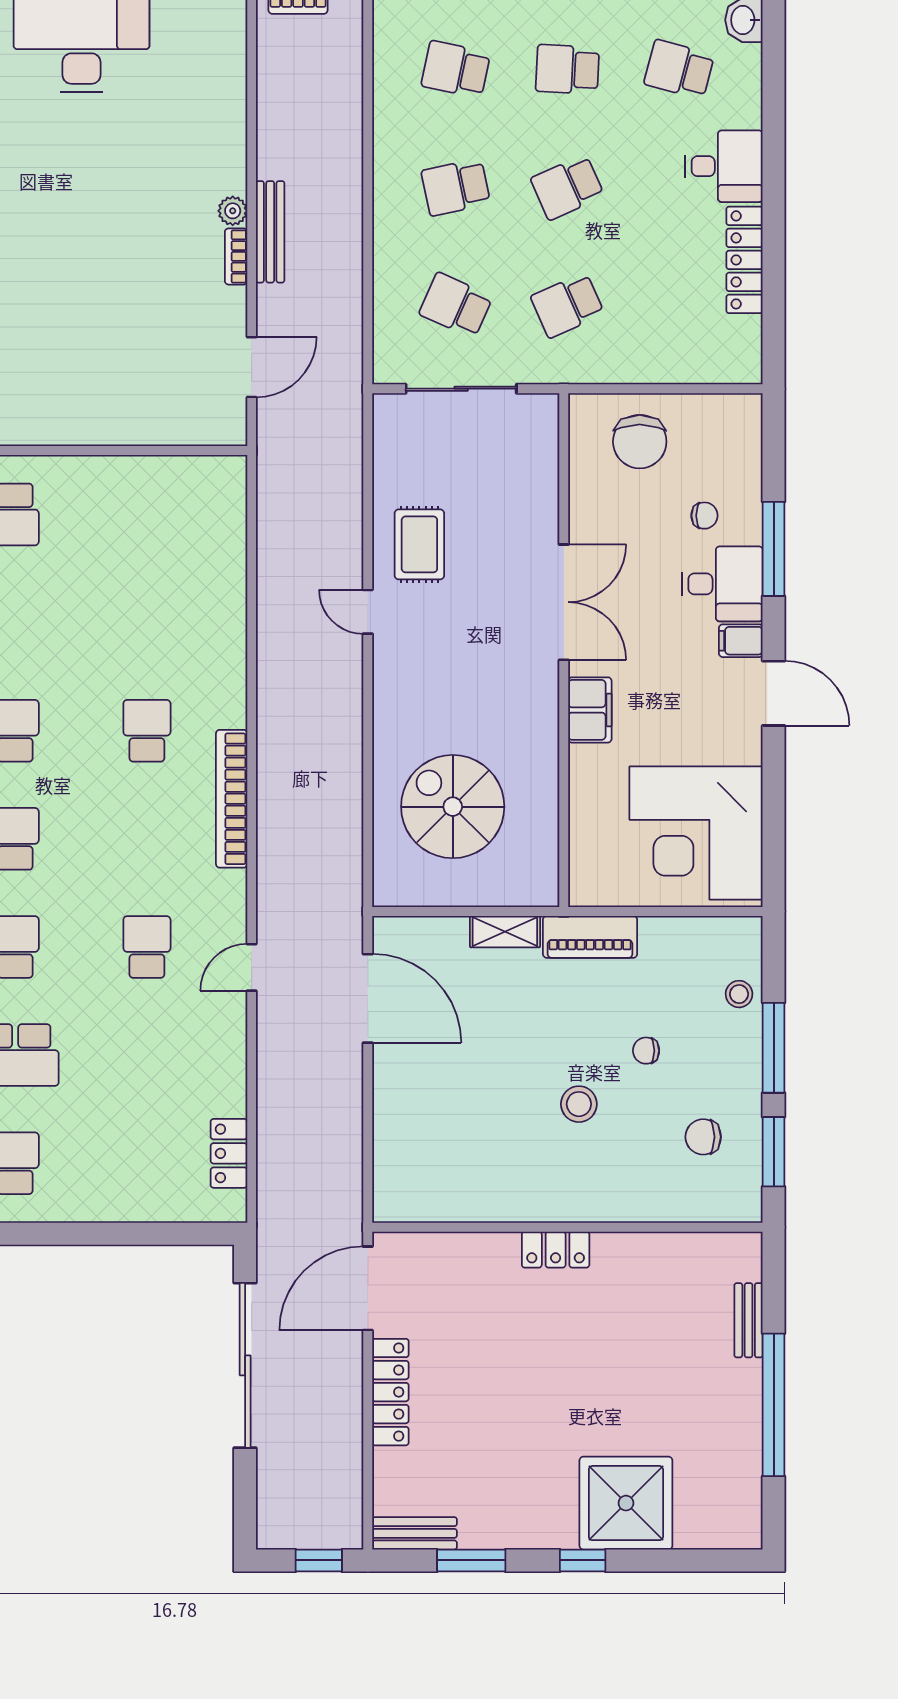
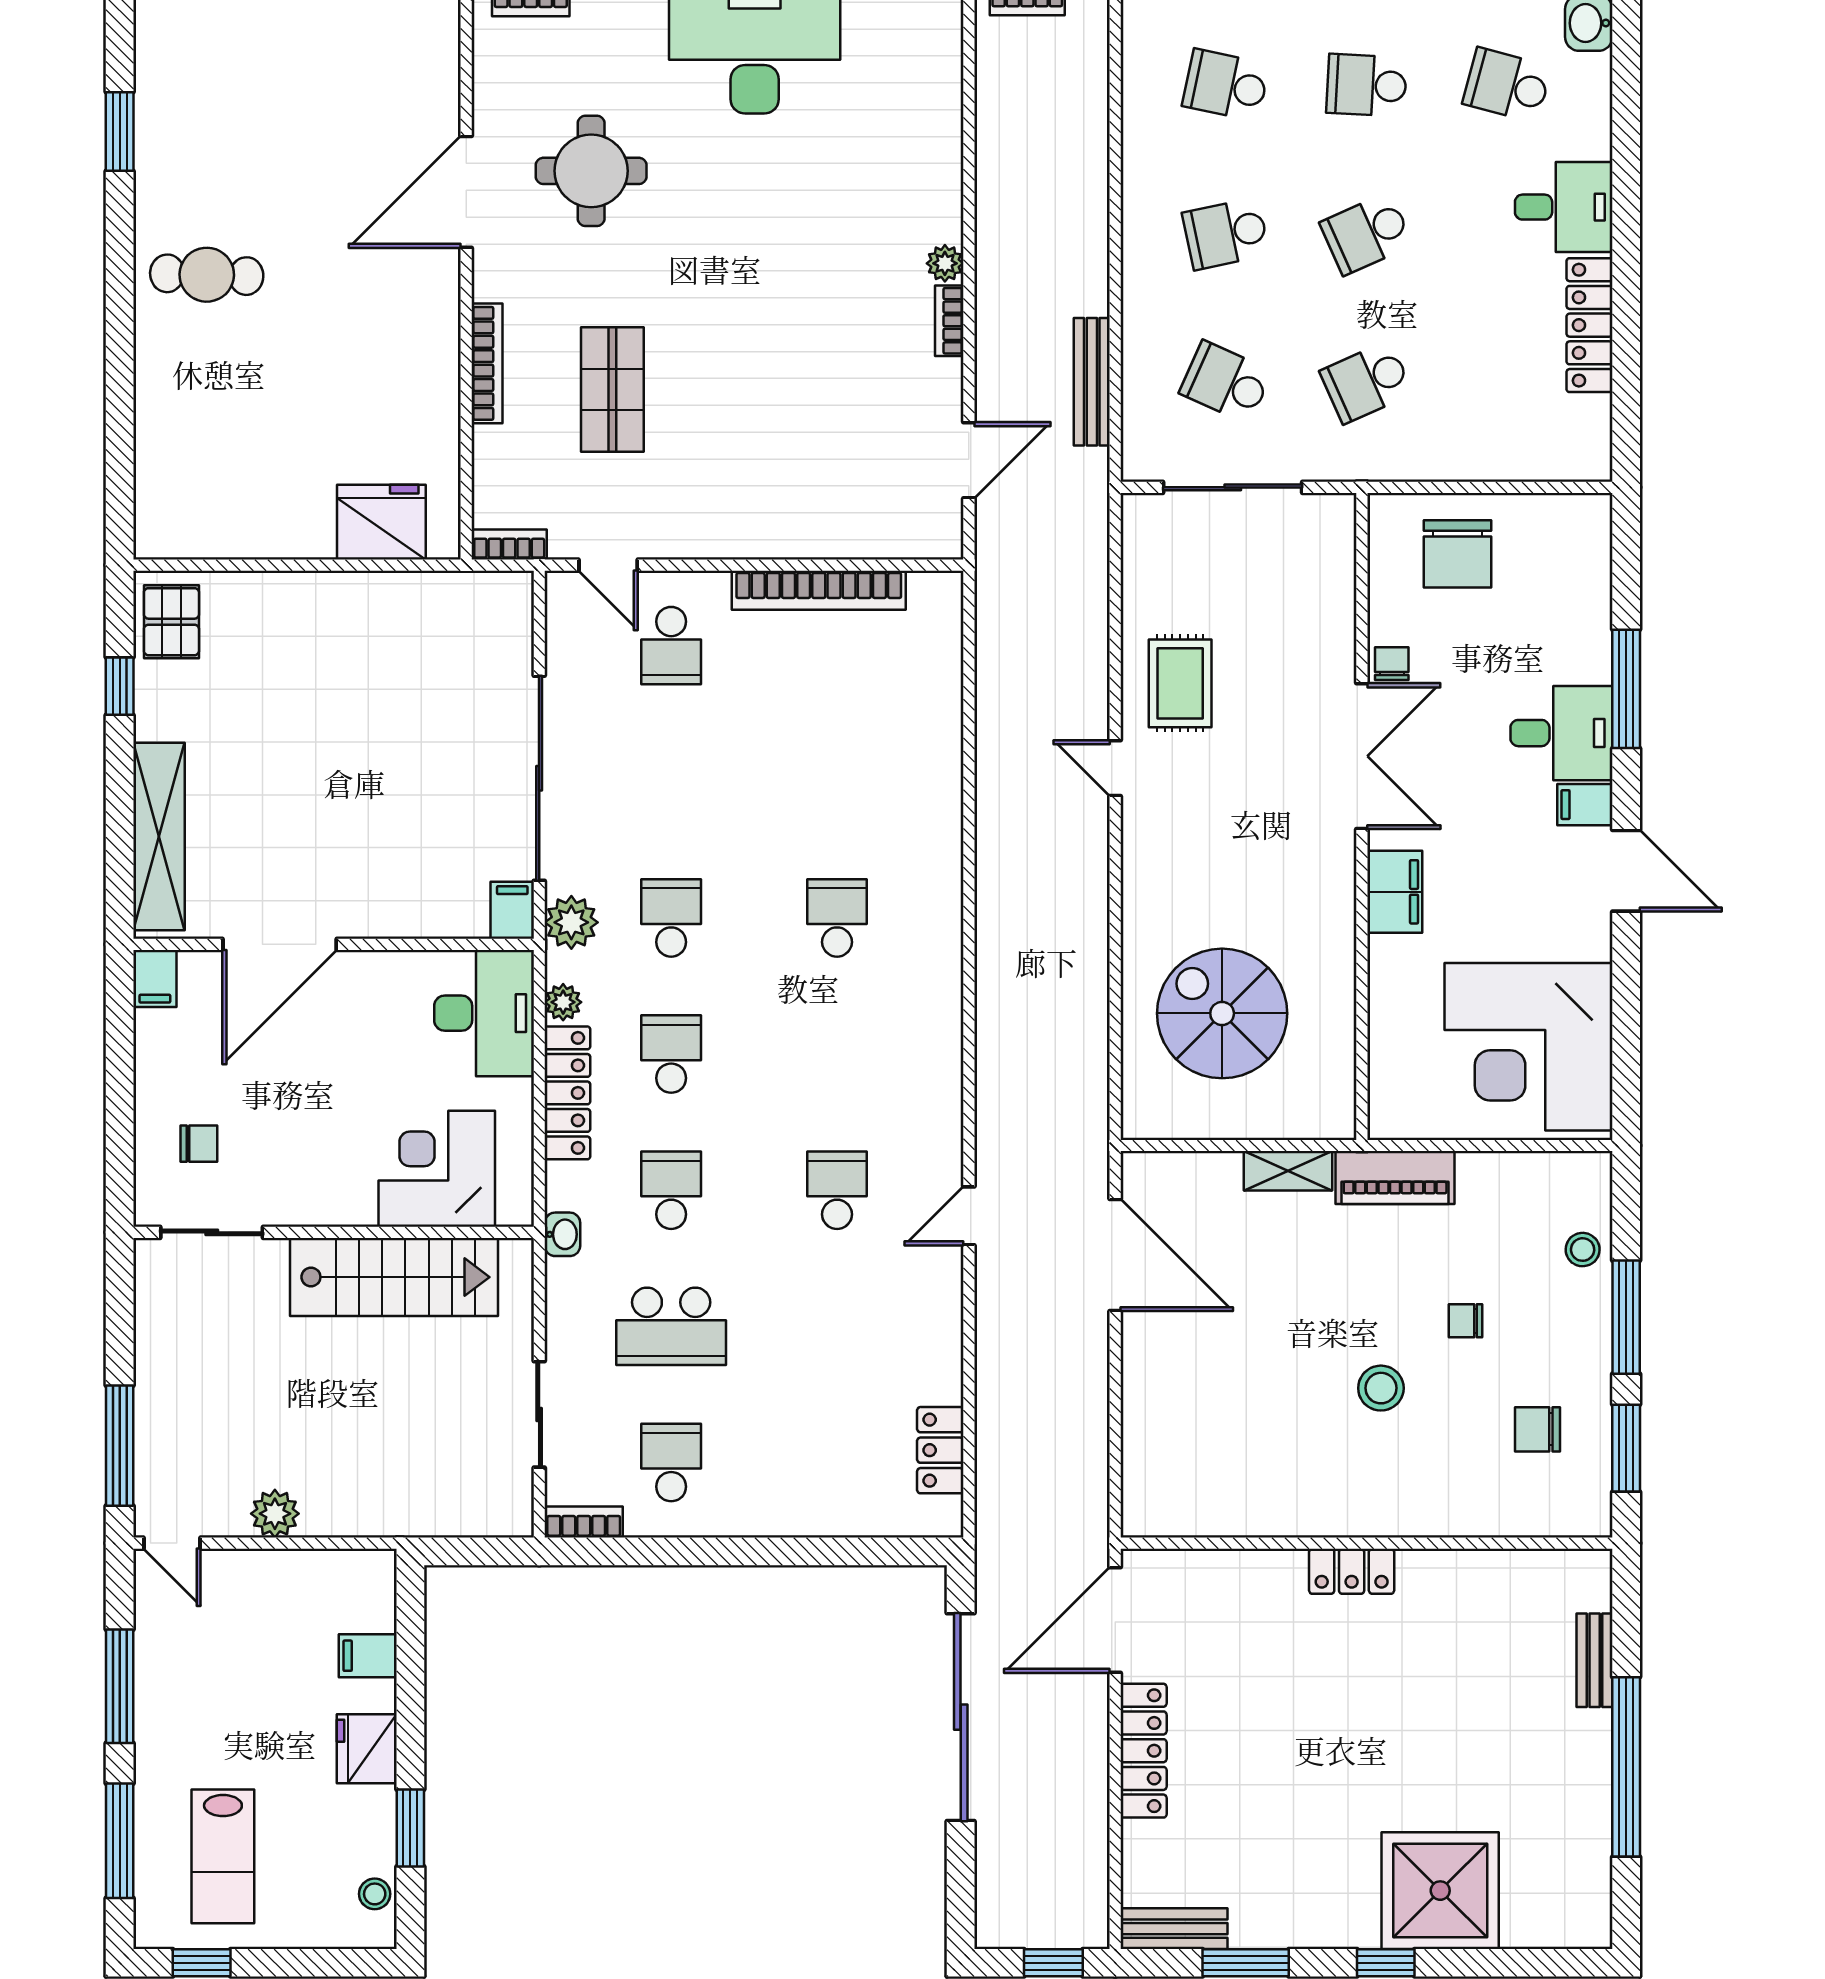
bench: (270, 232) -> (1092, 382), moved
chair: (704, 516) -> (1392, 664), moved, turned -90
bookcase: (232, 799) -> (819, 590), moved, turned -90

